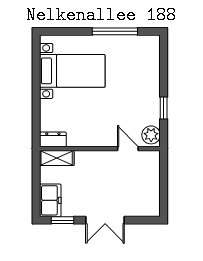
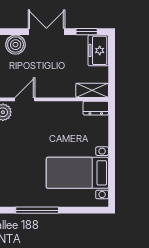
door: (128, 149) -> (25, 99), swing flipped
boiler: (138, 207) -> (16, 45), added

